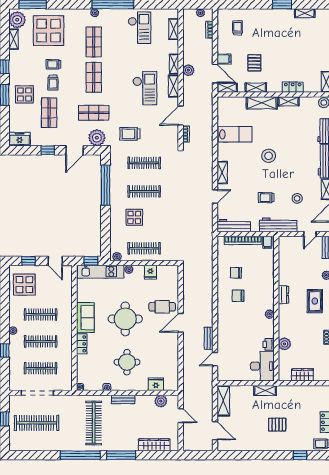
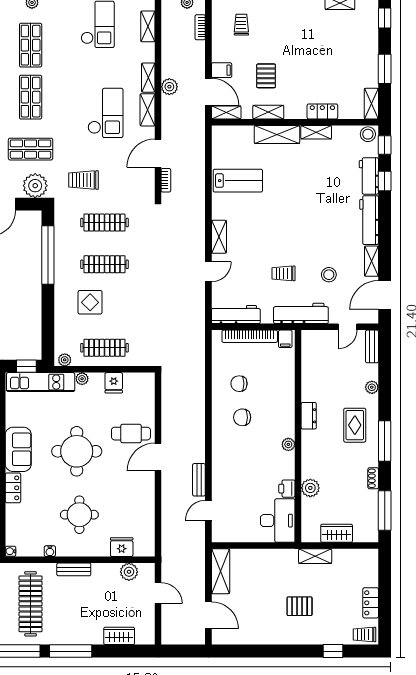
stool: (269, 156) -> (287, 212), removed
shelving: (265, 390) -> (315, 556), moved
wardrobe: (154, 445) -> (119, 636), width x0.67

